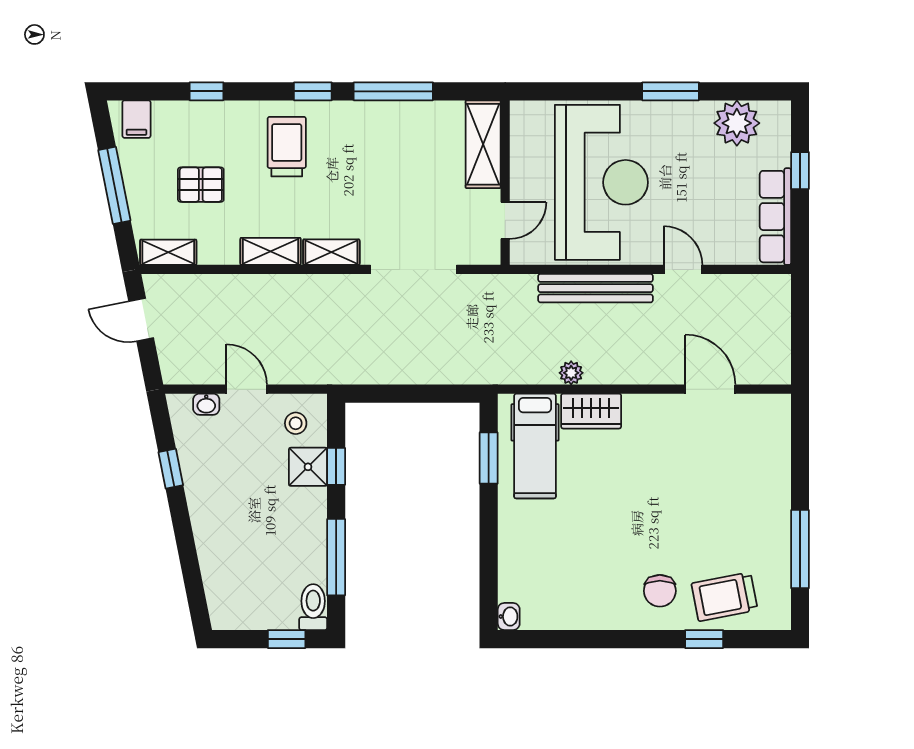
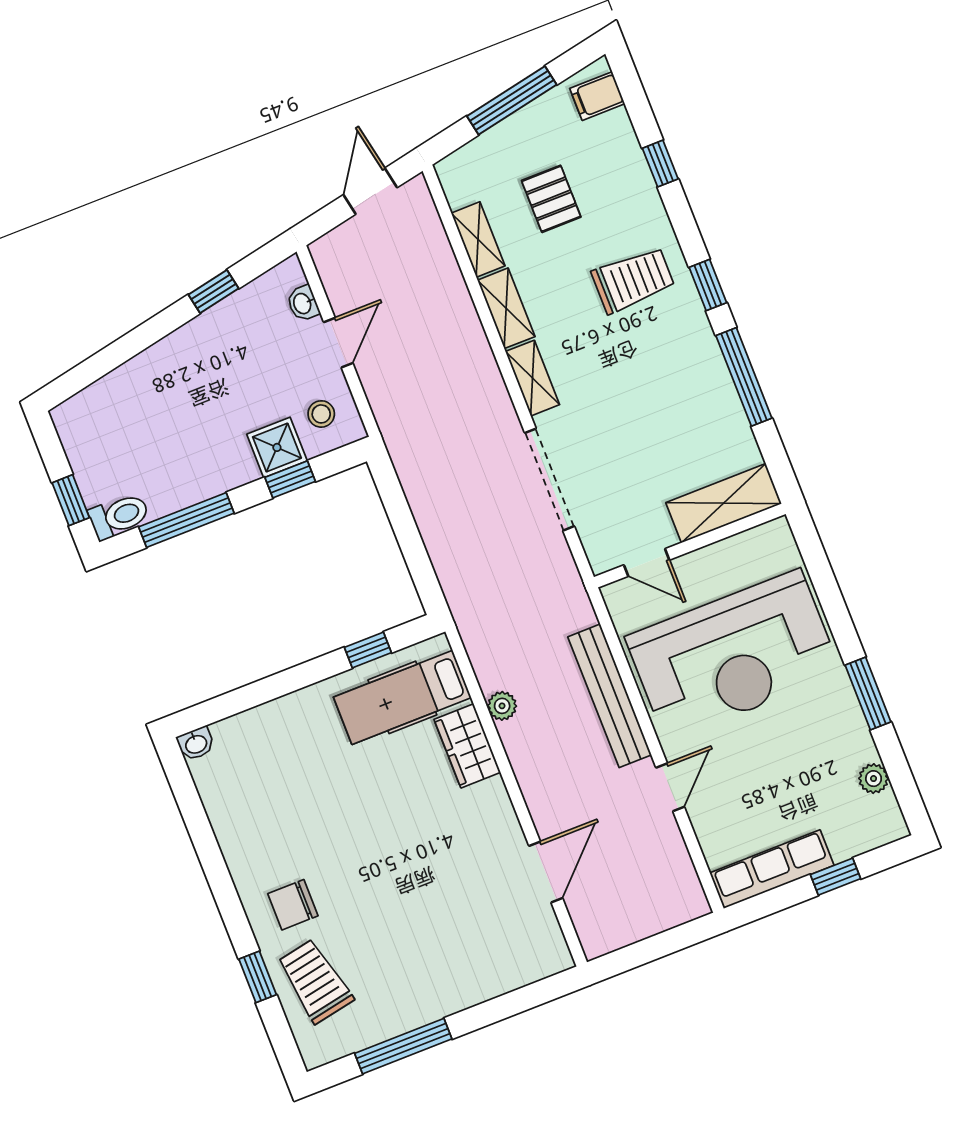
plant: (737, 123) -> (874, 779), width x0.53, depth x0.53
shelving: (168, 252) -> (478, 240), moved
window: (489, 458) -> (368, 650), width x0.67

